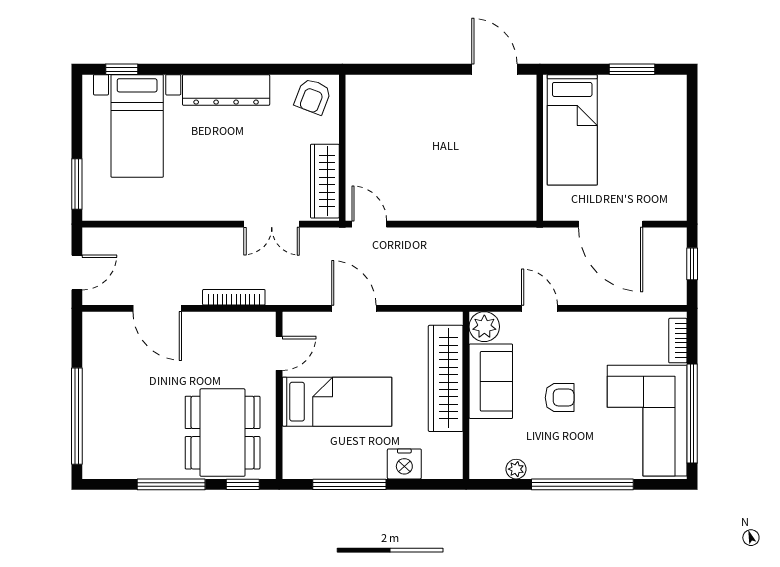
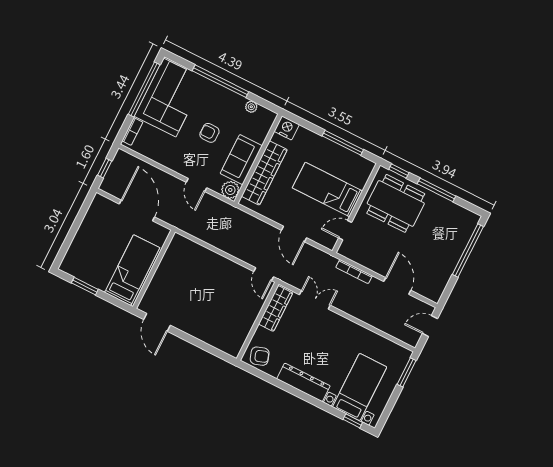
armchair: (313, 96) -> (260, 356), turned 50
dining table: (223, 433) -> (396, 203), turned 90
nightstand: (404, 464) -> (287, 128), moved

